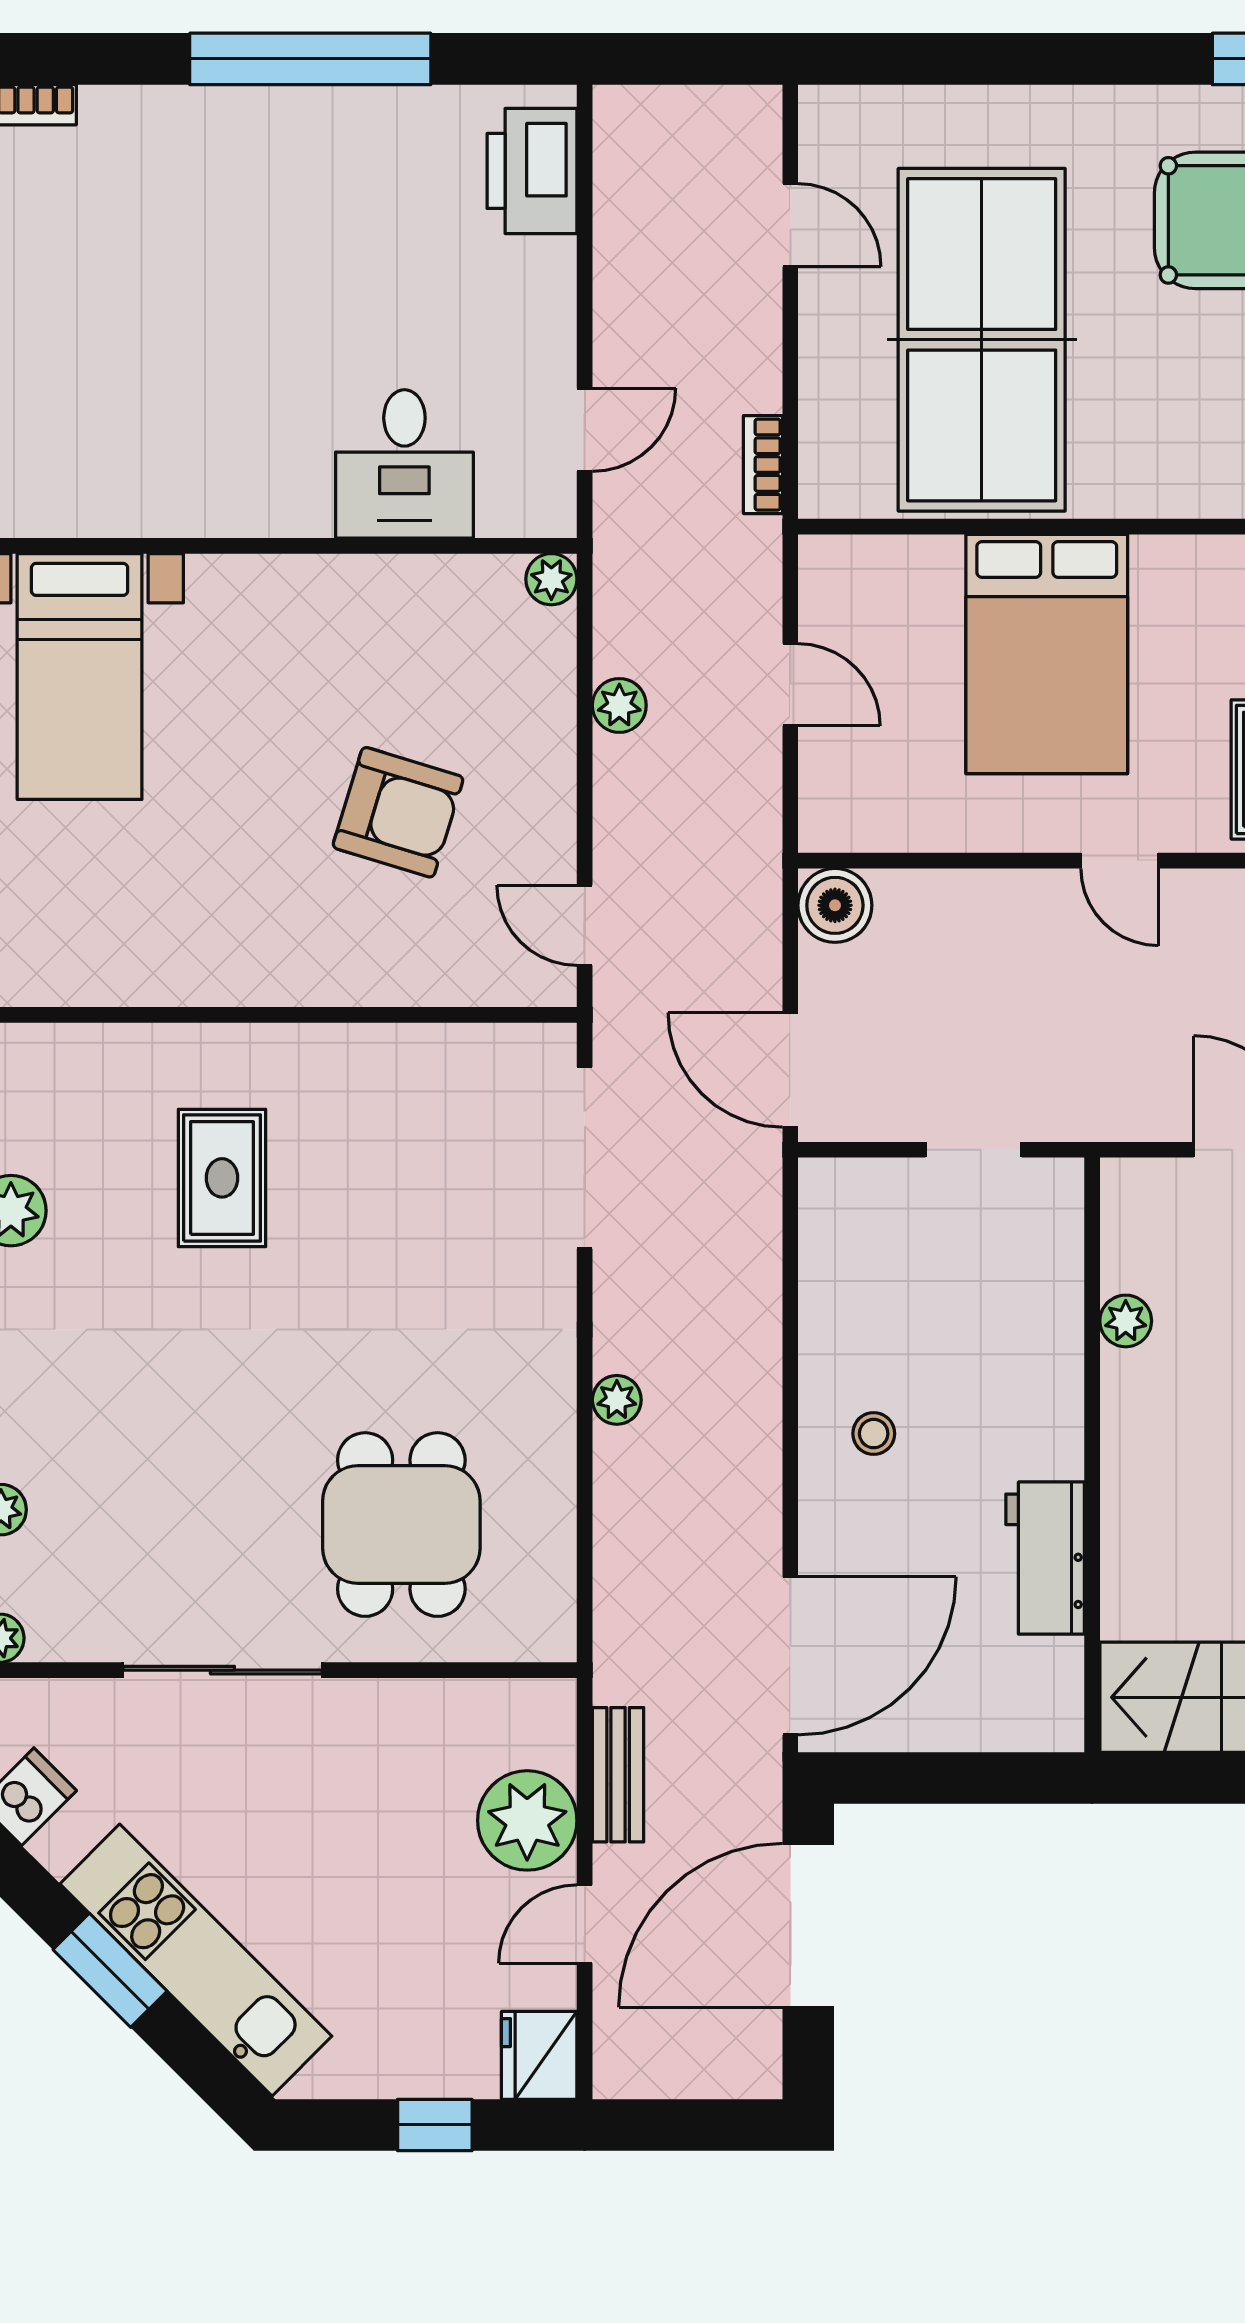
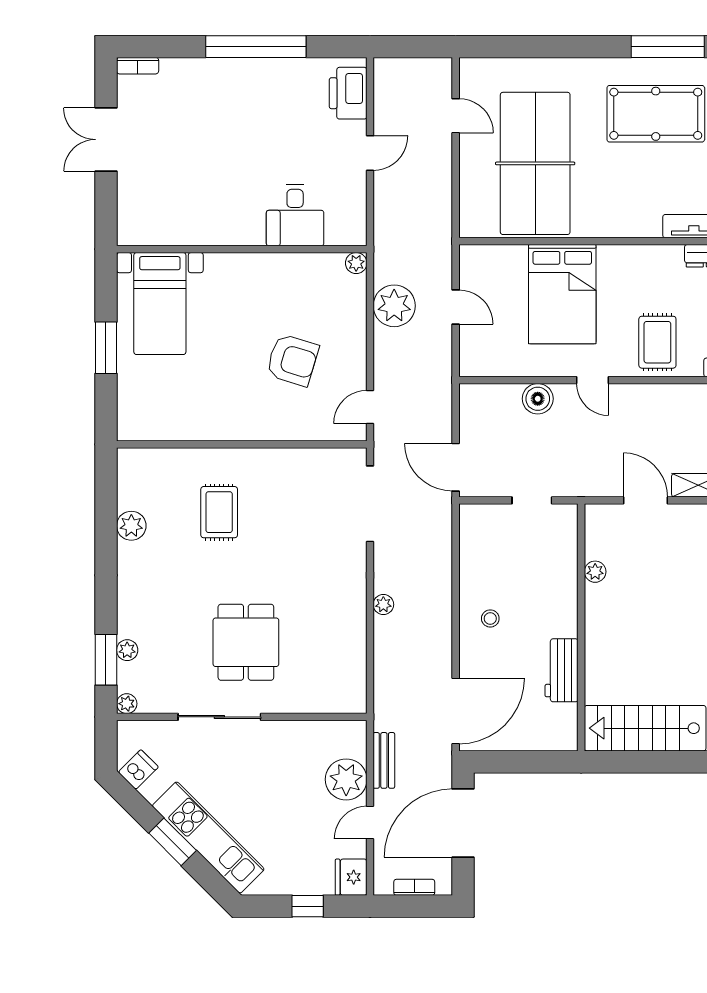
door: (585, 430) -> (370, 153), moved
bookcase: (763, 465) -> (414, 887), moved, turned 90
plant: (619, 705) -> (394, 306), width x1.88, depth x1.88
boiler: (835, 905) -> (538, 399), moved
door: (585, 925) -> (370, 407), hinge flipped
dining table: (401, 1525) -> (246, 642), moved

